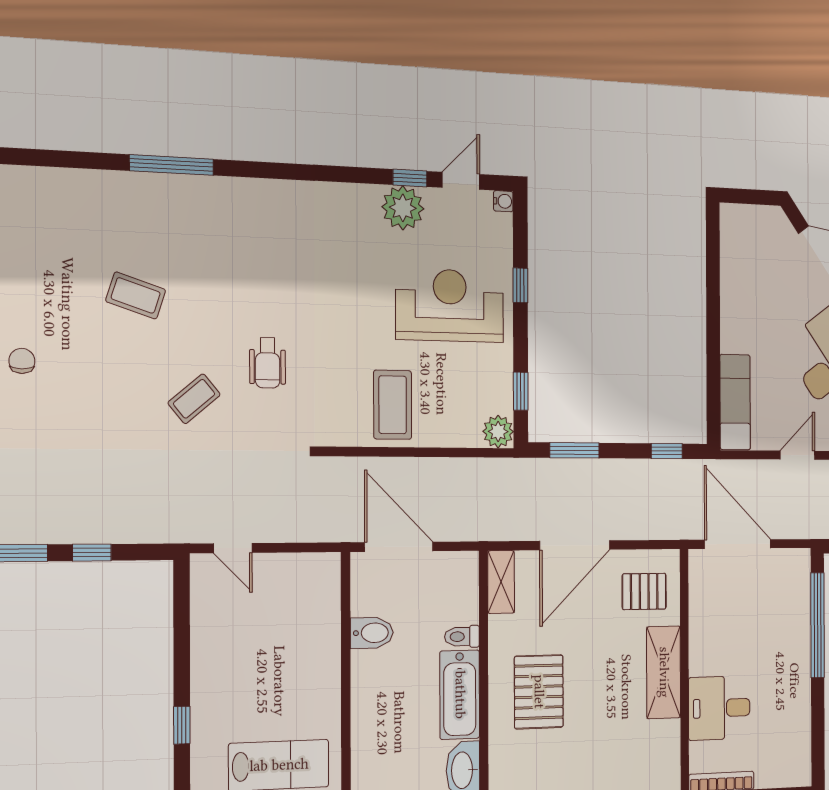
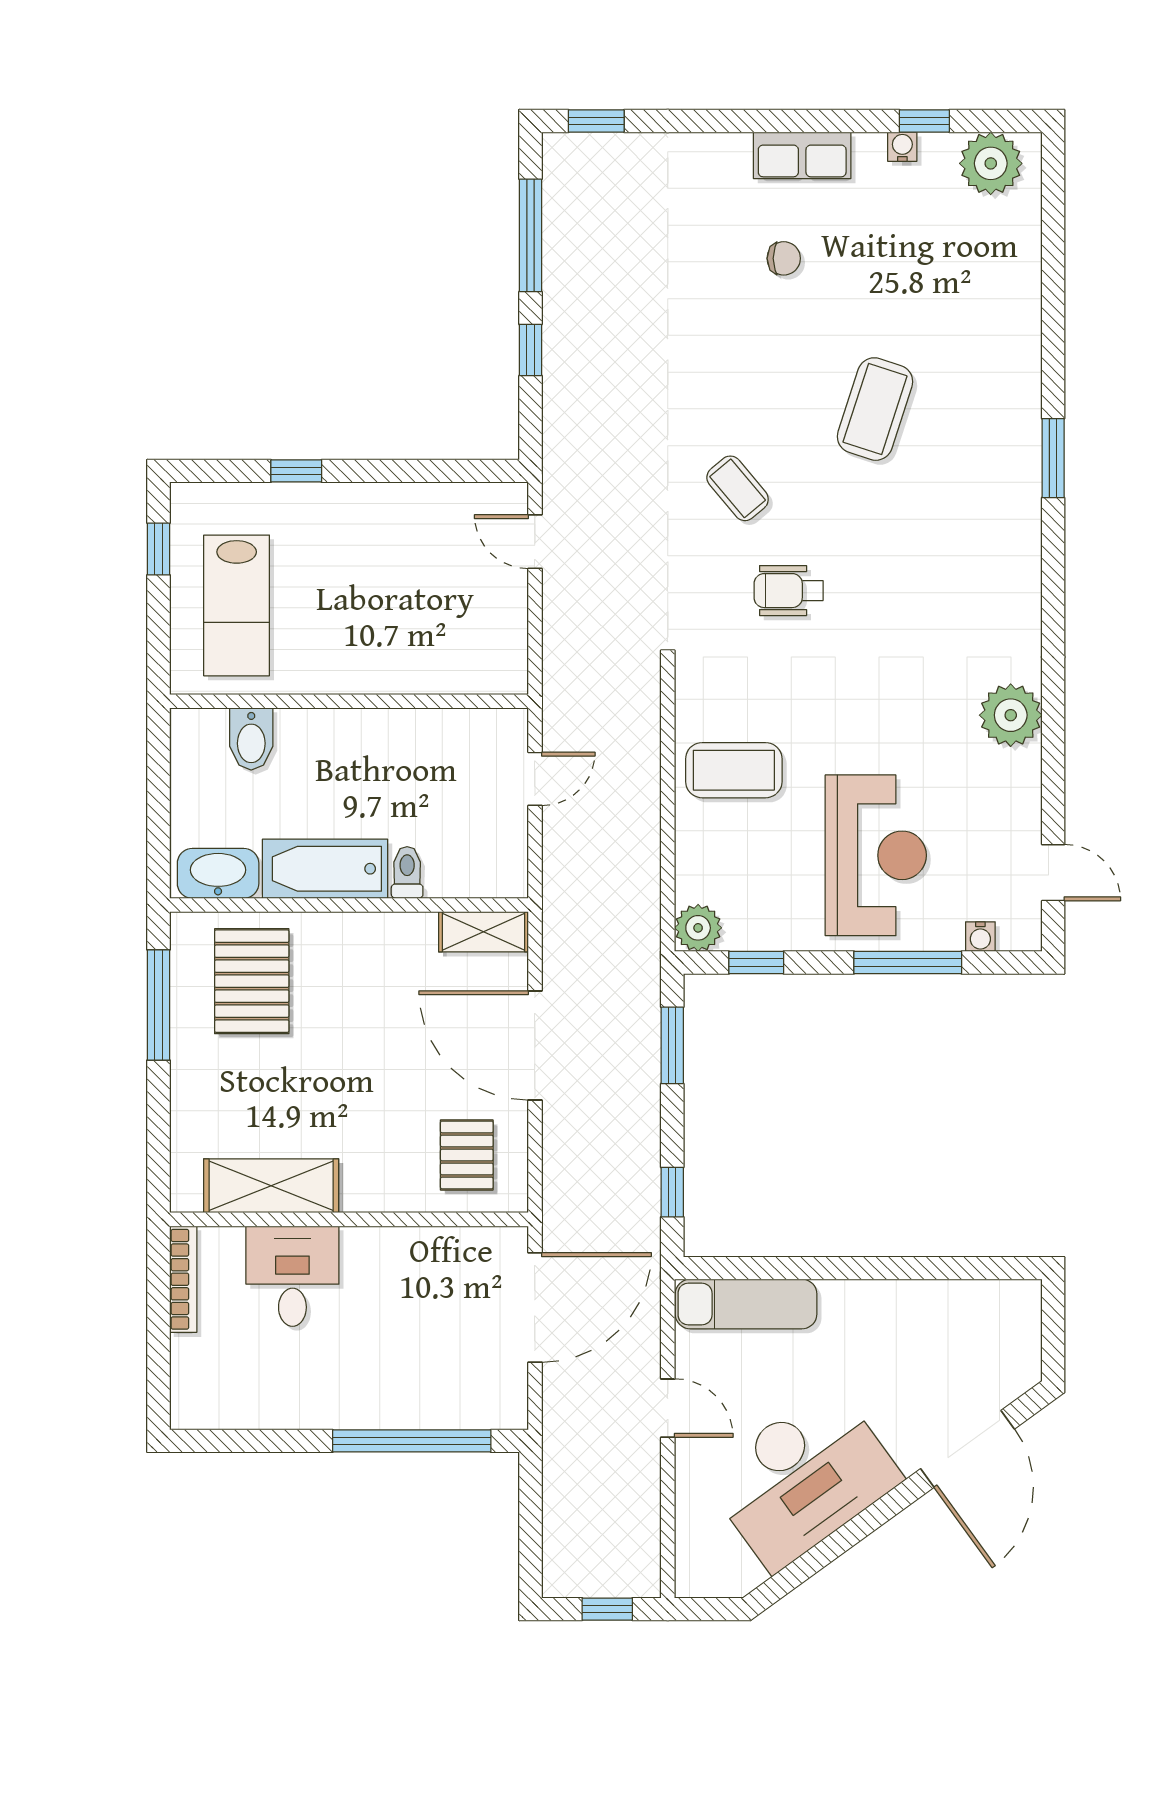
window: (172, 165) -> (1053, 458), width x0.69
window: (410, 178) -> (1053, 797), removed
water cooler: (503, 201) -> (980, 937), moved
plant: (403, 208) -> (1011, 715), moved
window: (520, 285) -> (908, 963), width x2.17
coffee table: (136, 295) -> (875, 409), width x1.36, depth x1.30
door: (399, 547) -> (535, 779), width x0.53
door: (233, 548) -> (535, 542), hinge flipped
bidet: (372, 633) -> (251, 739), moved
shelving: (664, 672) -> (271, 1186), moved
pallet: (539, 692) -> (252, 981), moved, turned 90

